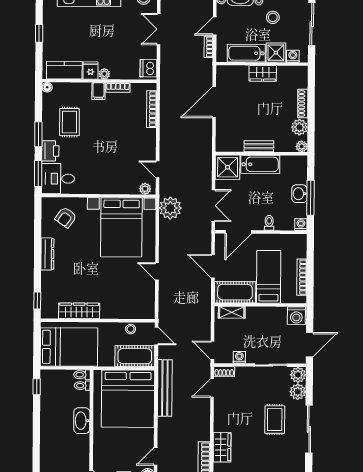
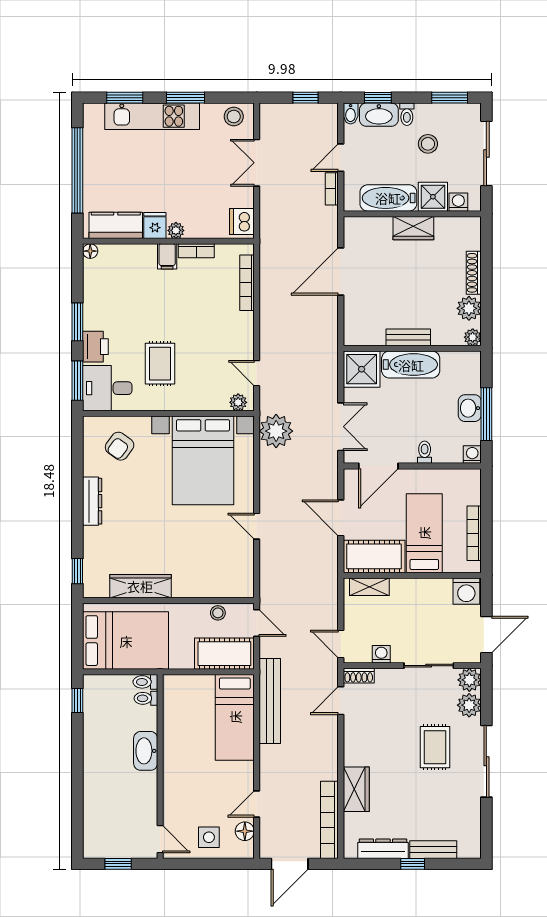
window: (39, 33) -> (77, 170), width x3.17
rug: (69, 122) -> (160, 364), moved
bed: (128, 399) -> (235, 717), width x0.49

